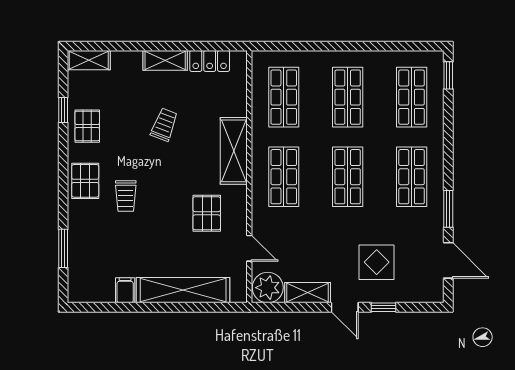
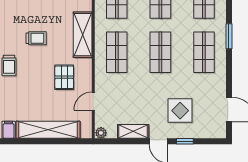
trolley: (164, 125) -> (36, 38), moved, turned 69
window: (448, 209) -> (229, 36), moved
door: (249, 248) -> (93, 101), swing flipped
plant: (268, 288) -> (101, 133), width x0.53, depth x0.53

